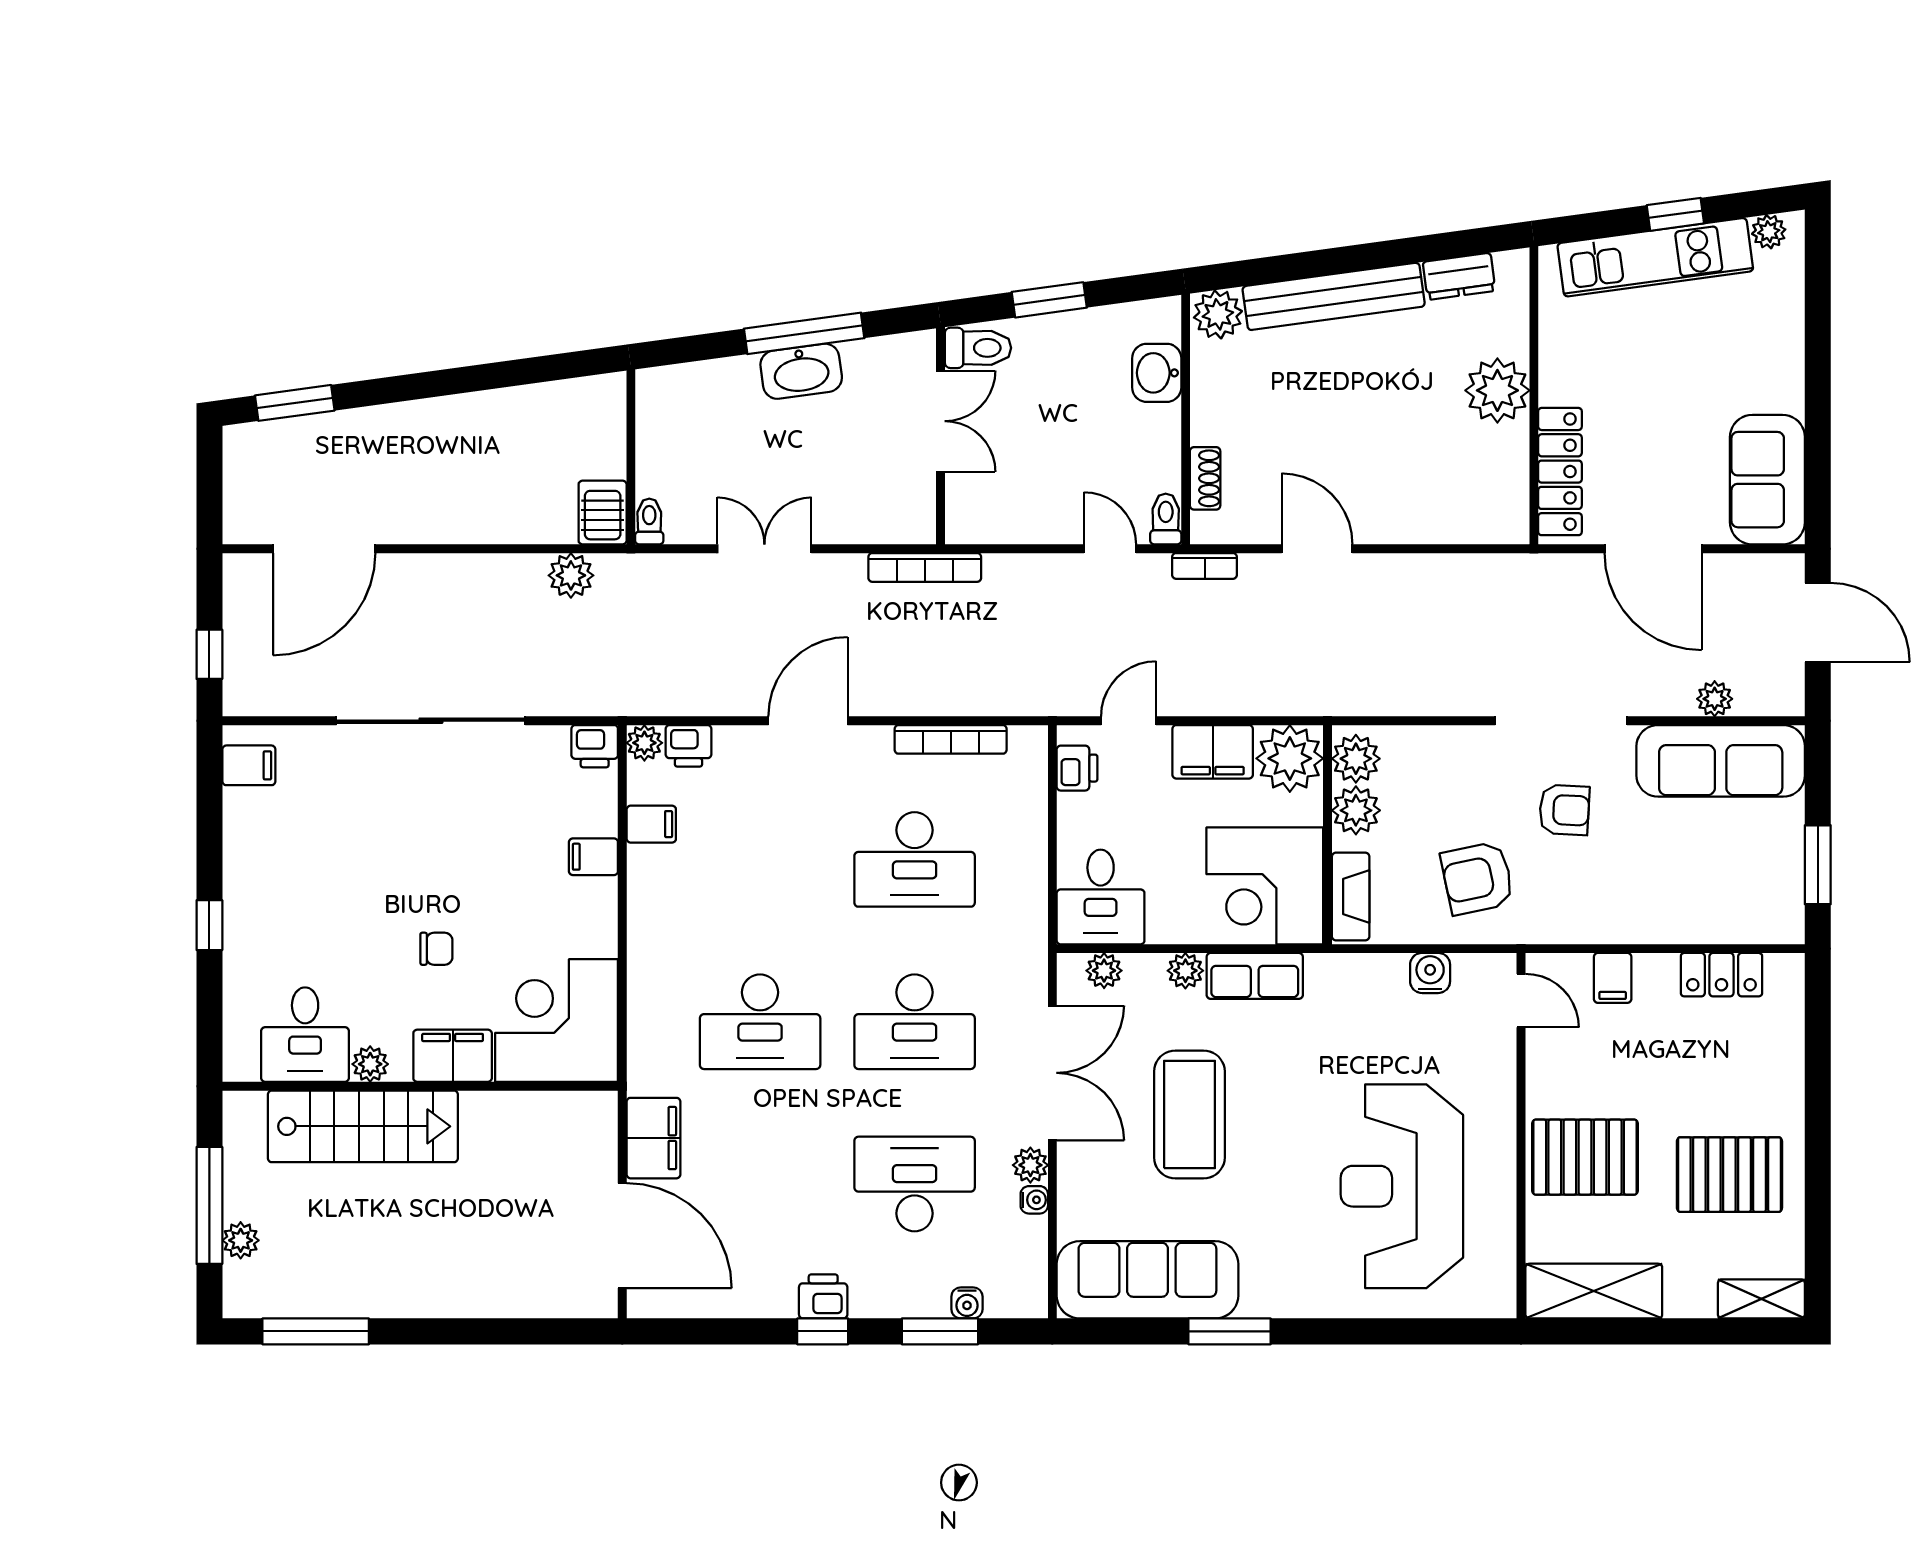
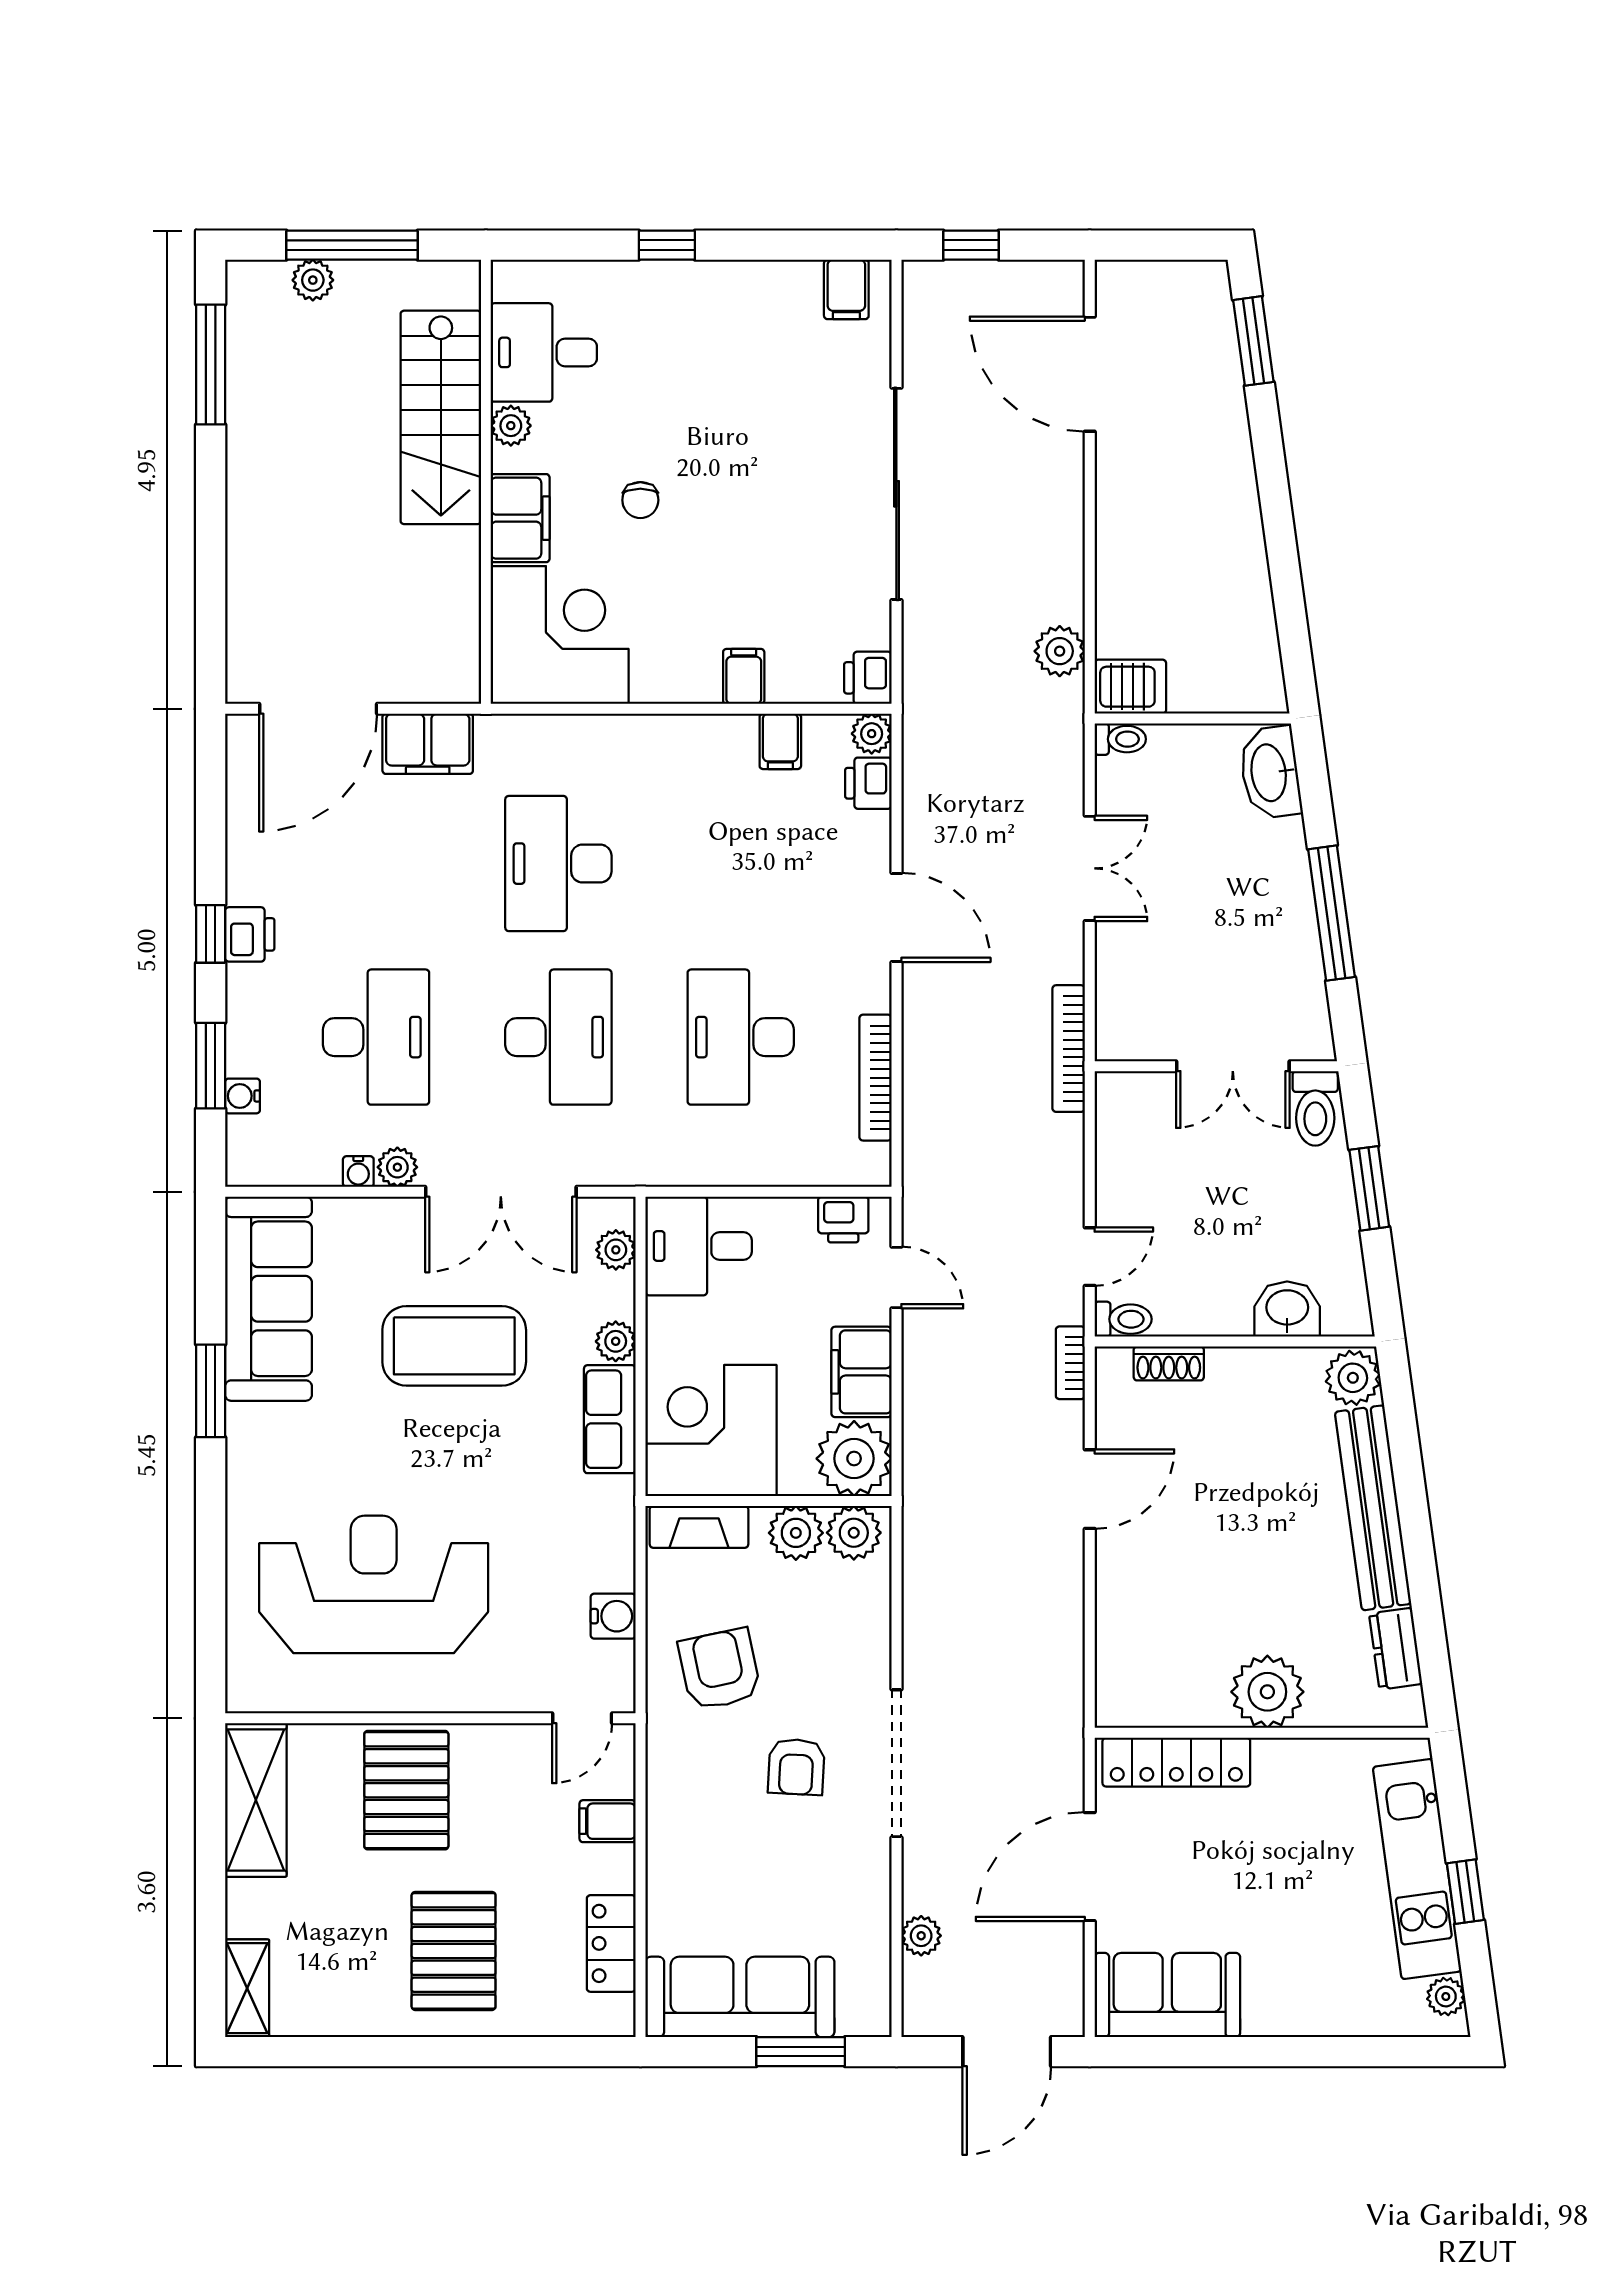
washbasin: (801, 371) -> (1270, 773), moved
sofa: (1721, 761) -> (740, 1997), moved, turned 90
window: (1818, 865) -> (801, 2052), moved
desk: (915, 1022) -> (558, 1037), turned 180
pallet: (1729, 1175) -> (454, 1951), moved

